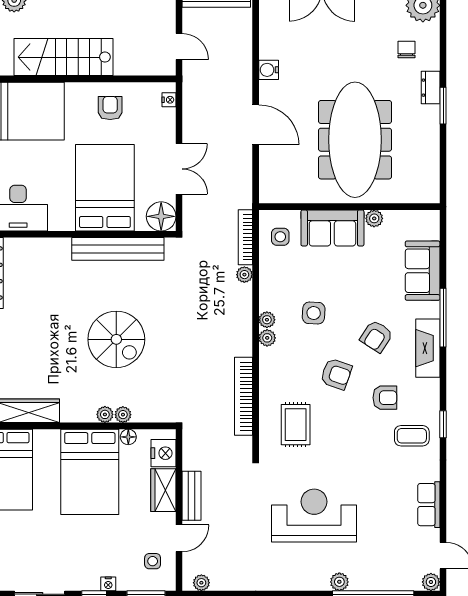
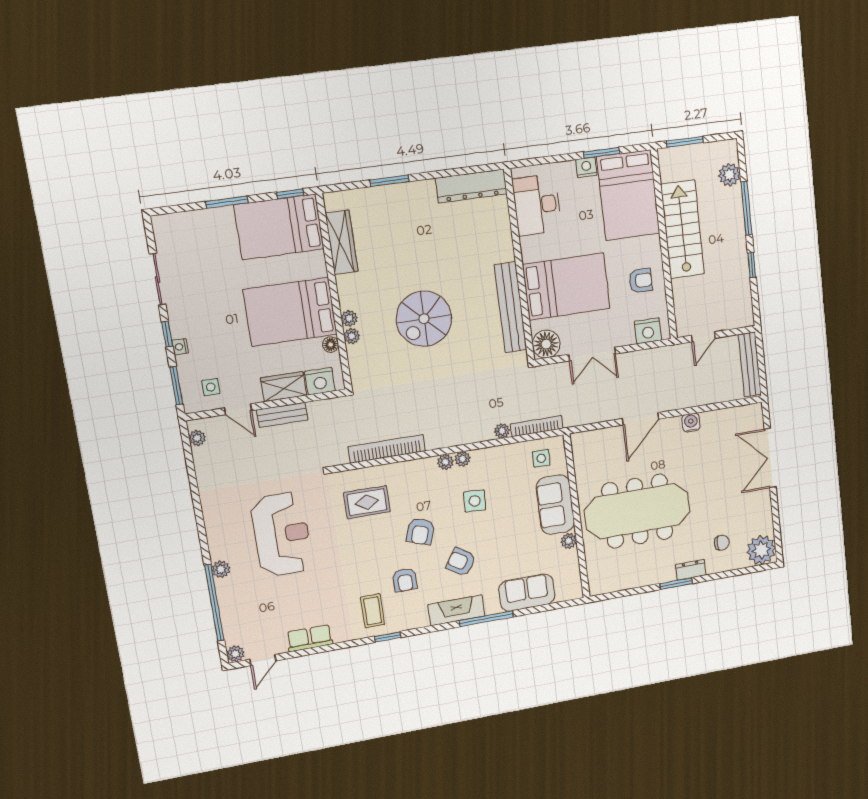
nightstand: (169, 100) -> (648, 331), width x1.89, depth x1.79

